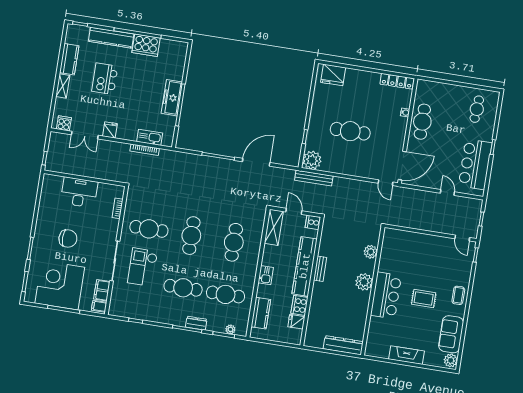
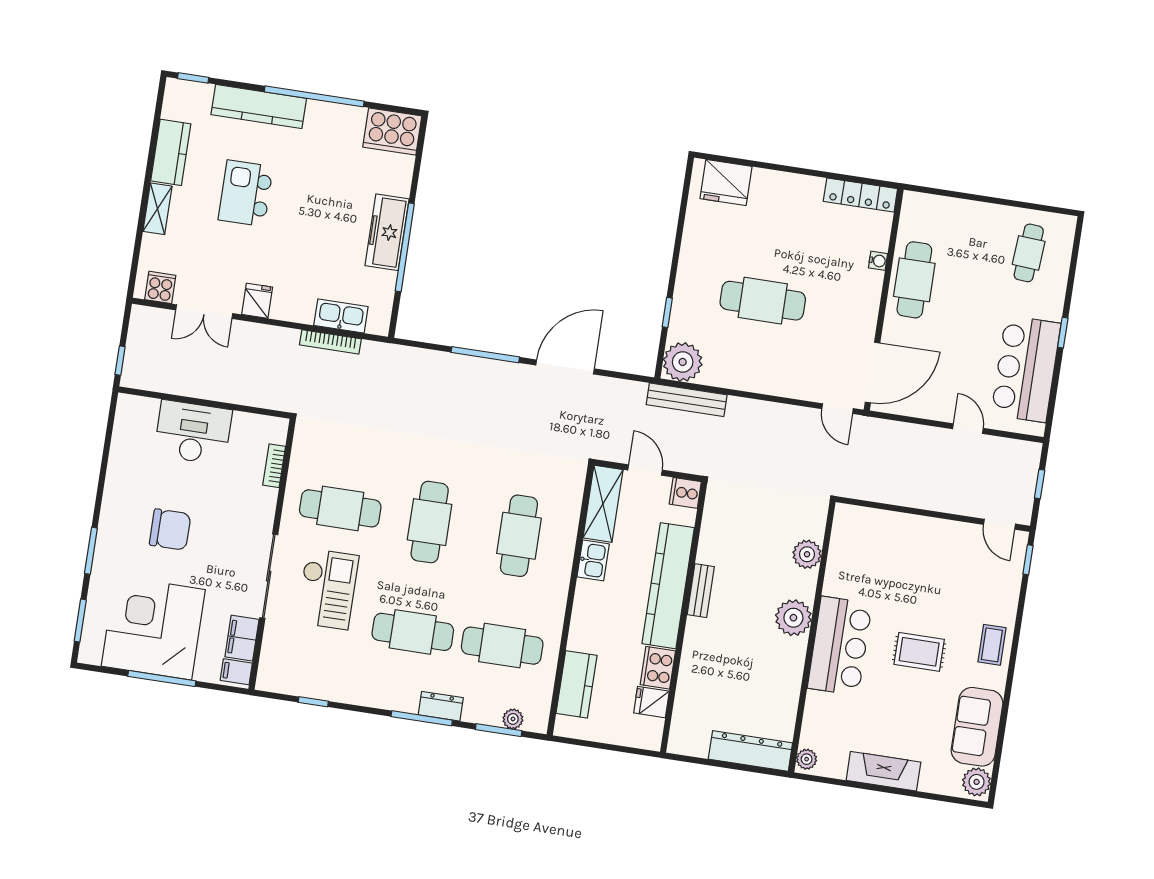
cooker: (146, 45) -> (392, 131), moved
checkout: (143, 267) -> (327, 589), turned 180
kitchen sink: (266, 275) -> (593, 560), moved
plant: (370, 349) -> (807, 759), added

